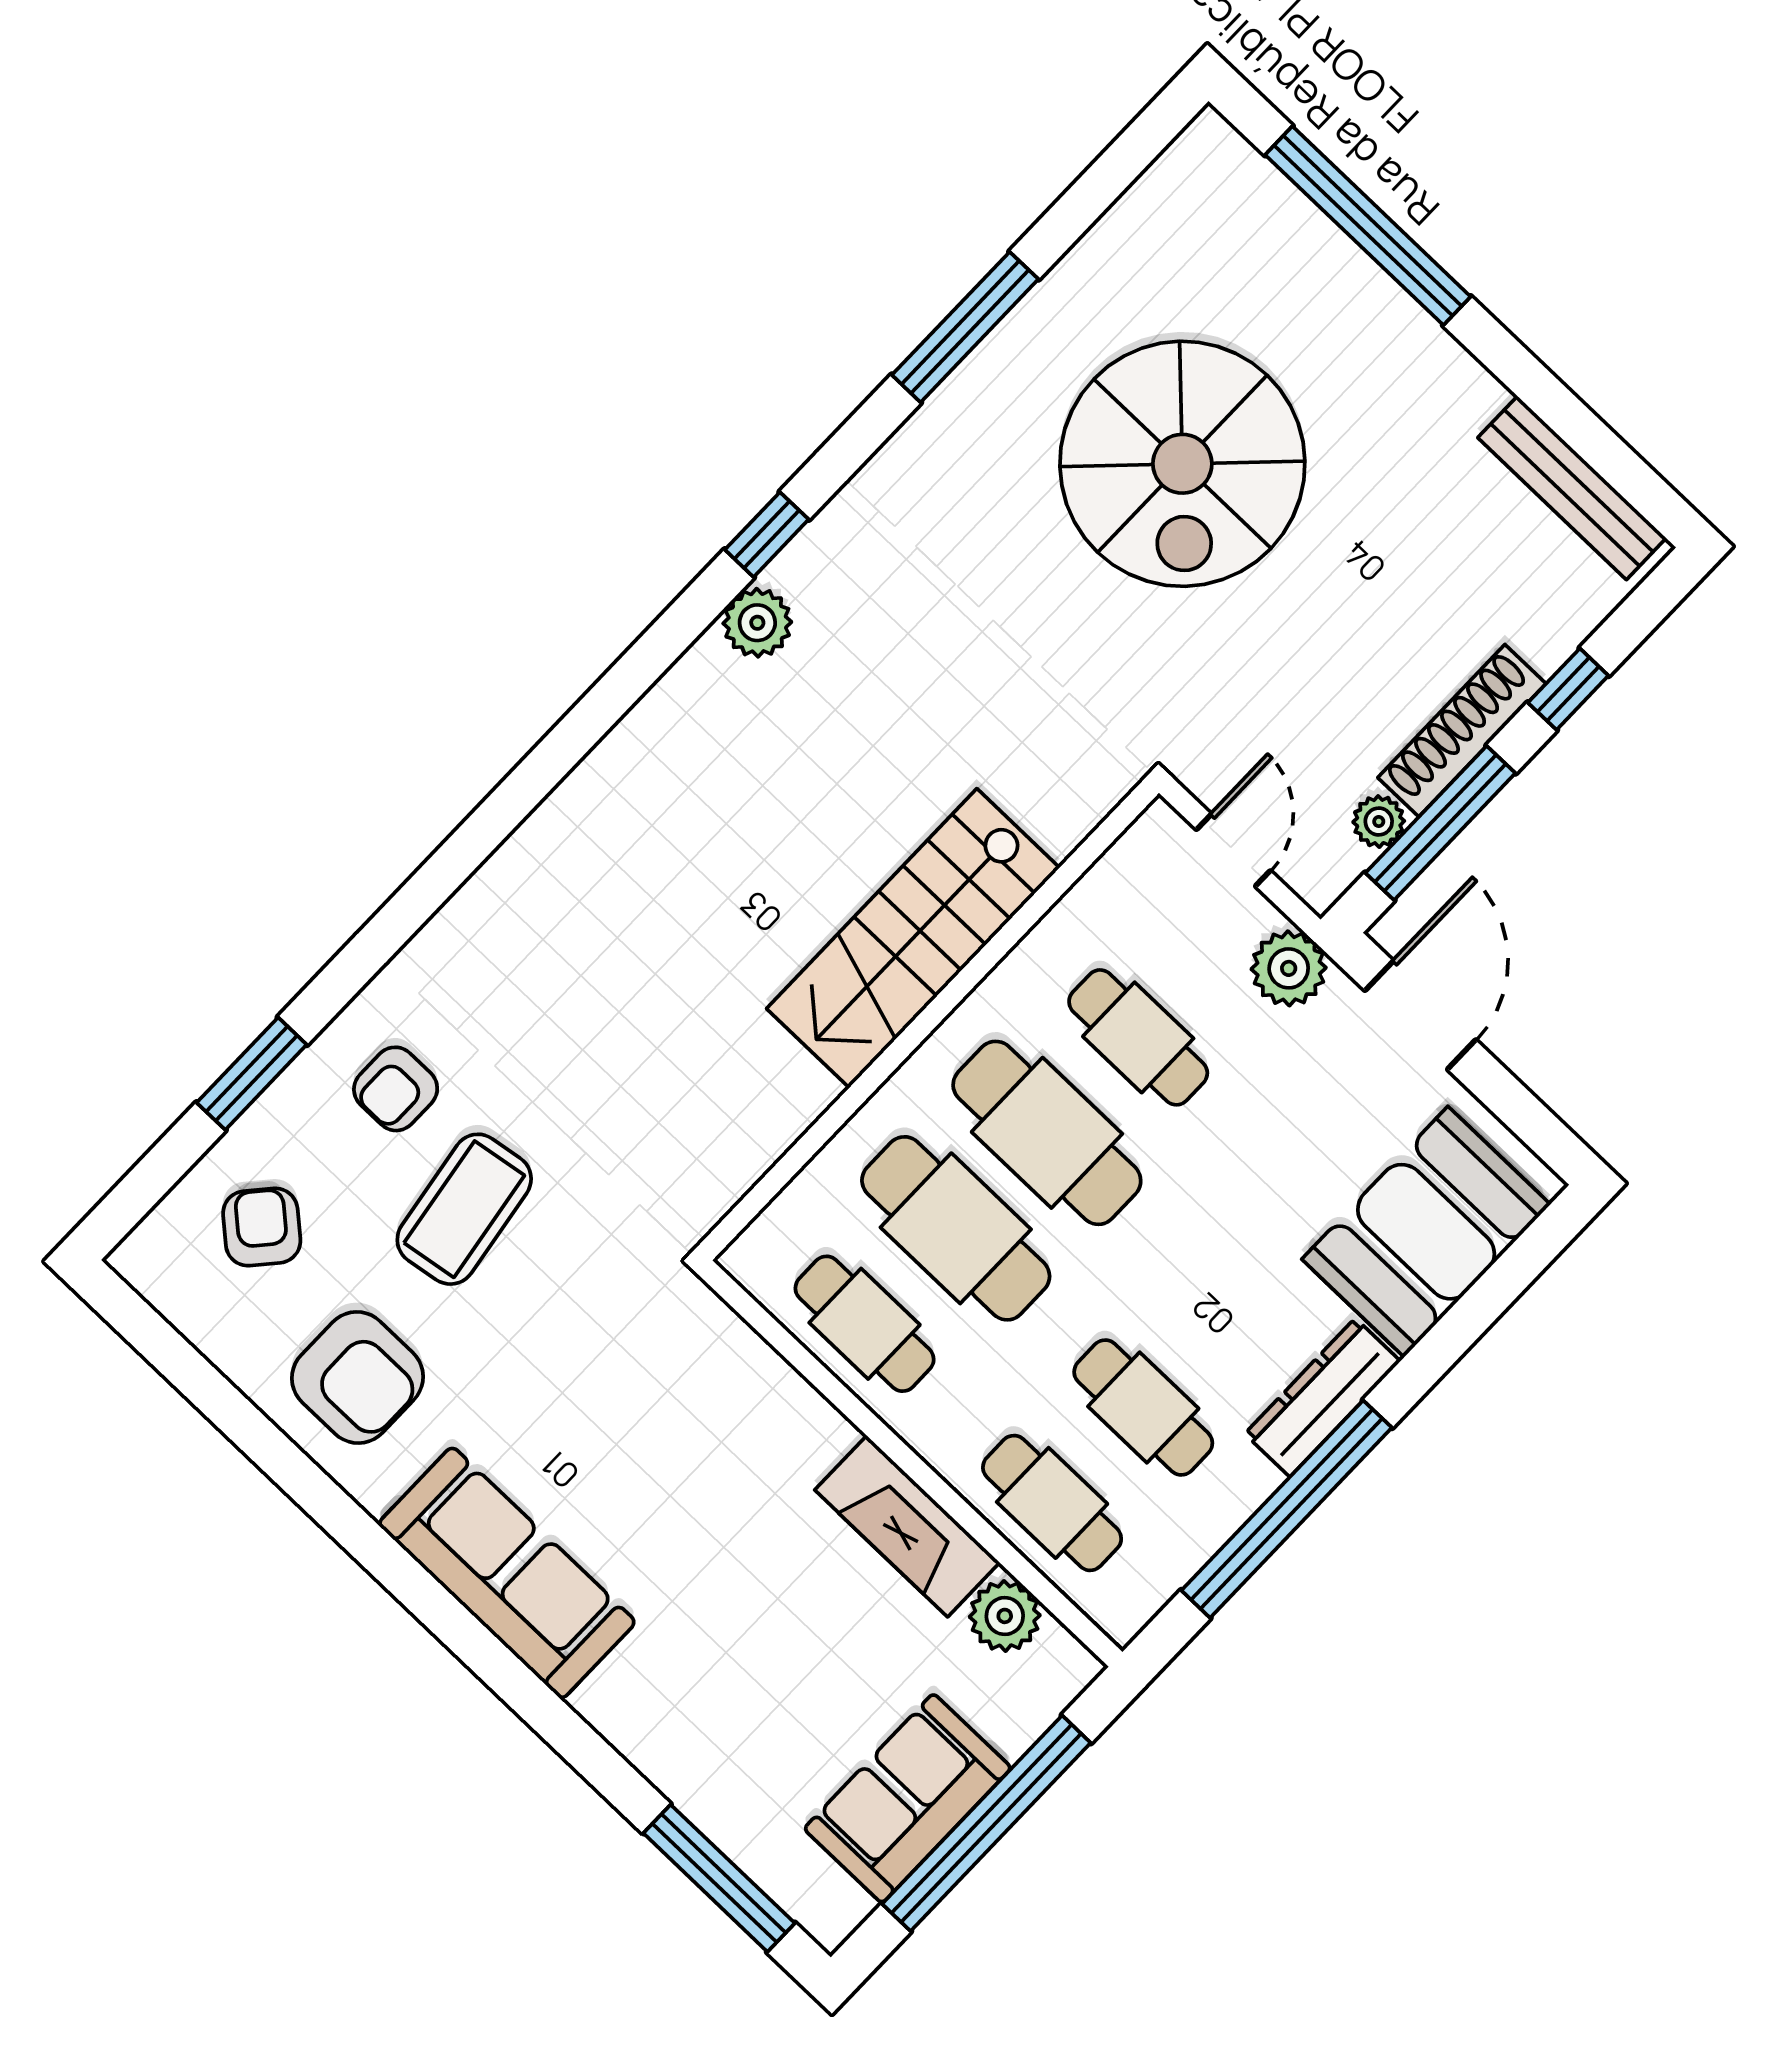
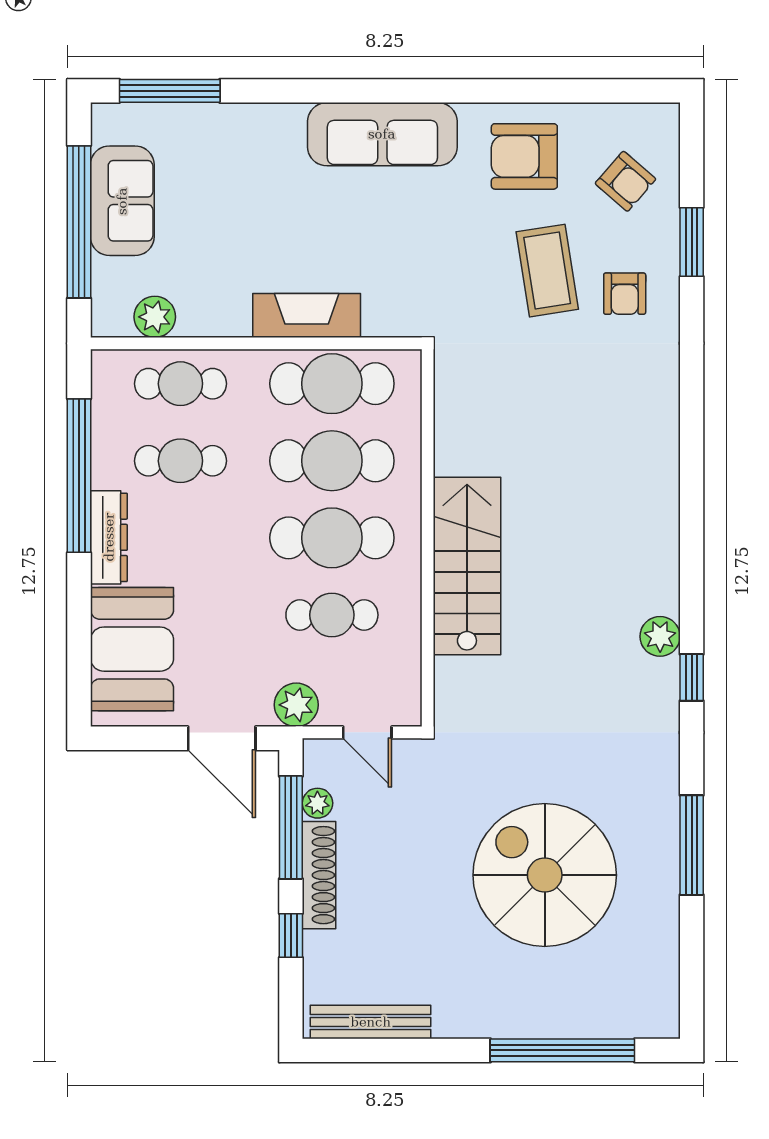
armchair: (396, 1089) -> (625, 294), turned 180
cafe table: (865, 1324) -> (332, 384), width x1.37, depth x1.35
fireplace: (907, 1526) -> (307, 315), moved

